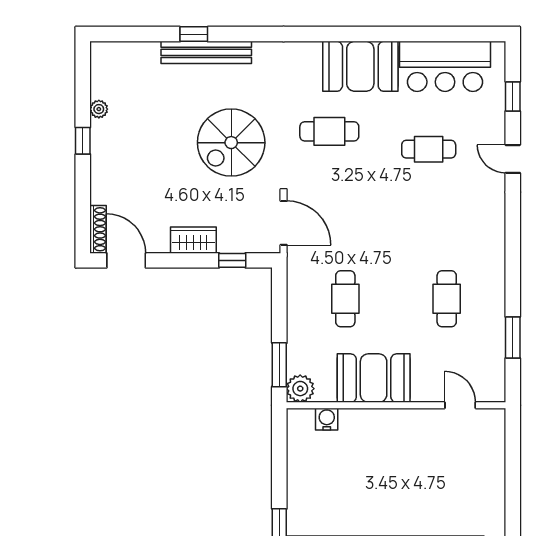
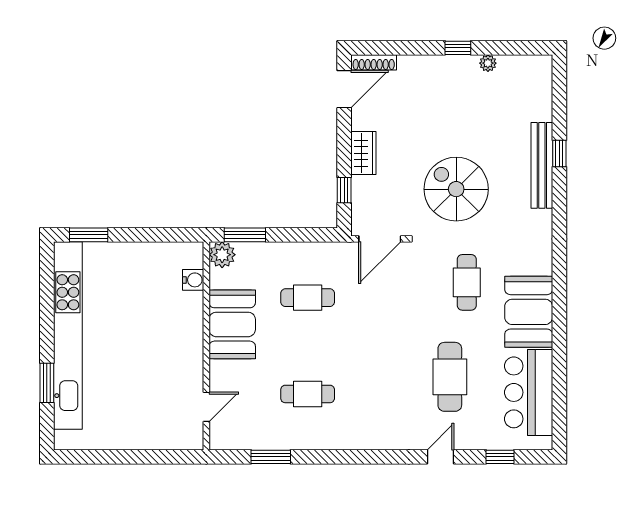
cafe table: (429, 149) -> (450, 377), width x1.37, depth x1.35

